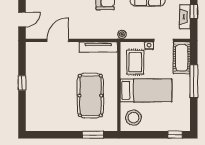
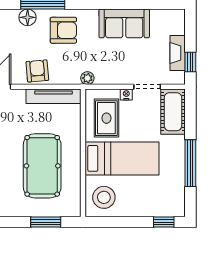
window: (194, 12) -> (190, 62), moved
armchair: (87, 29) -> (37, 71), added
window: (194, 81) -> (190, 163), moved

